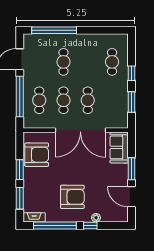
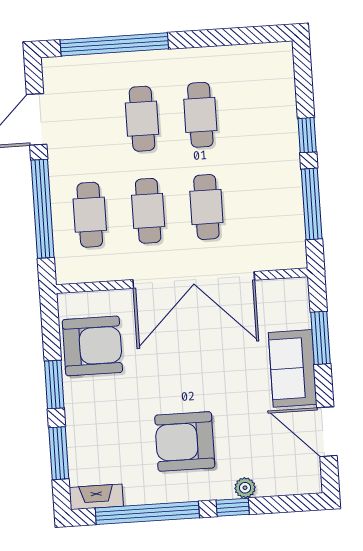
cafe table: (112, 62) -> (200, 115), moved
window: (131, 102) -> (312, 204), width x1.44
sofa: (119, 147) -> (293, 368), moved
window: (131, 169) -> (321, 338), moved
armchair: (72, 197) -> (185, 442), turned 180

